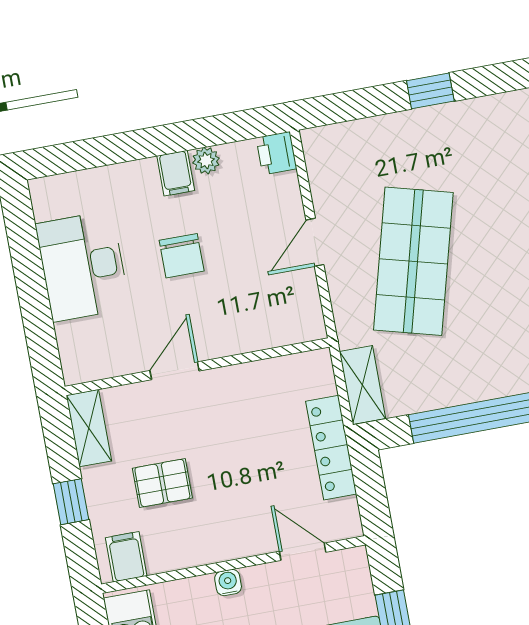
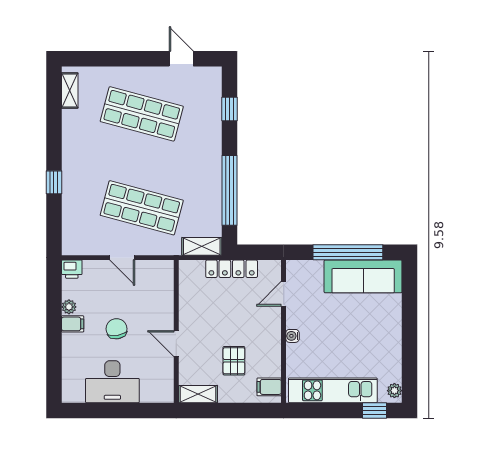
chair: (182, 256) -> (117, 329), turned -99
window: (71, 502) -> (235, 410), removed

